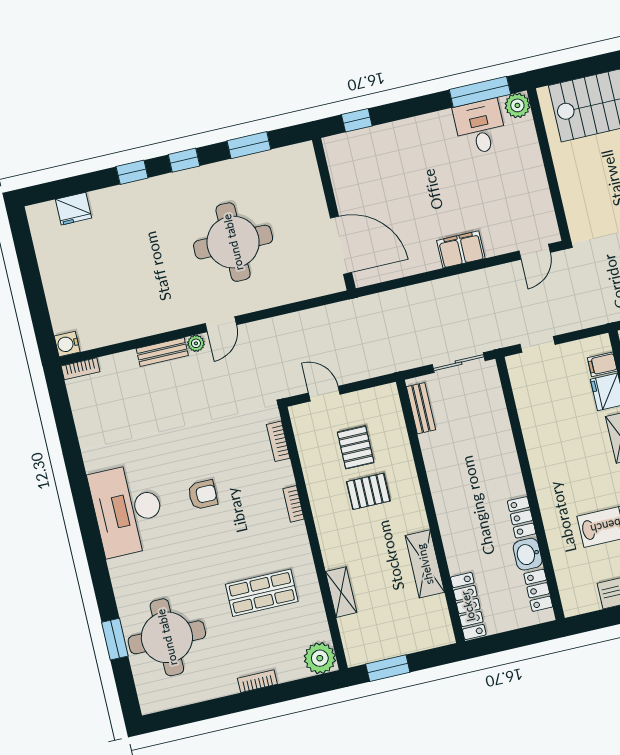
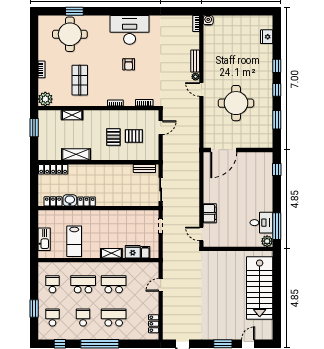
filing cabinet: (461, 249) -> (210, 213), moved

